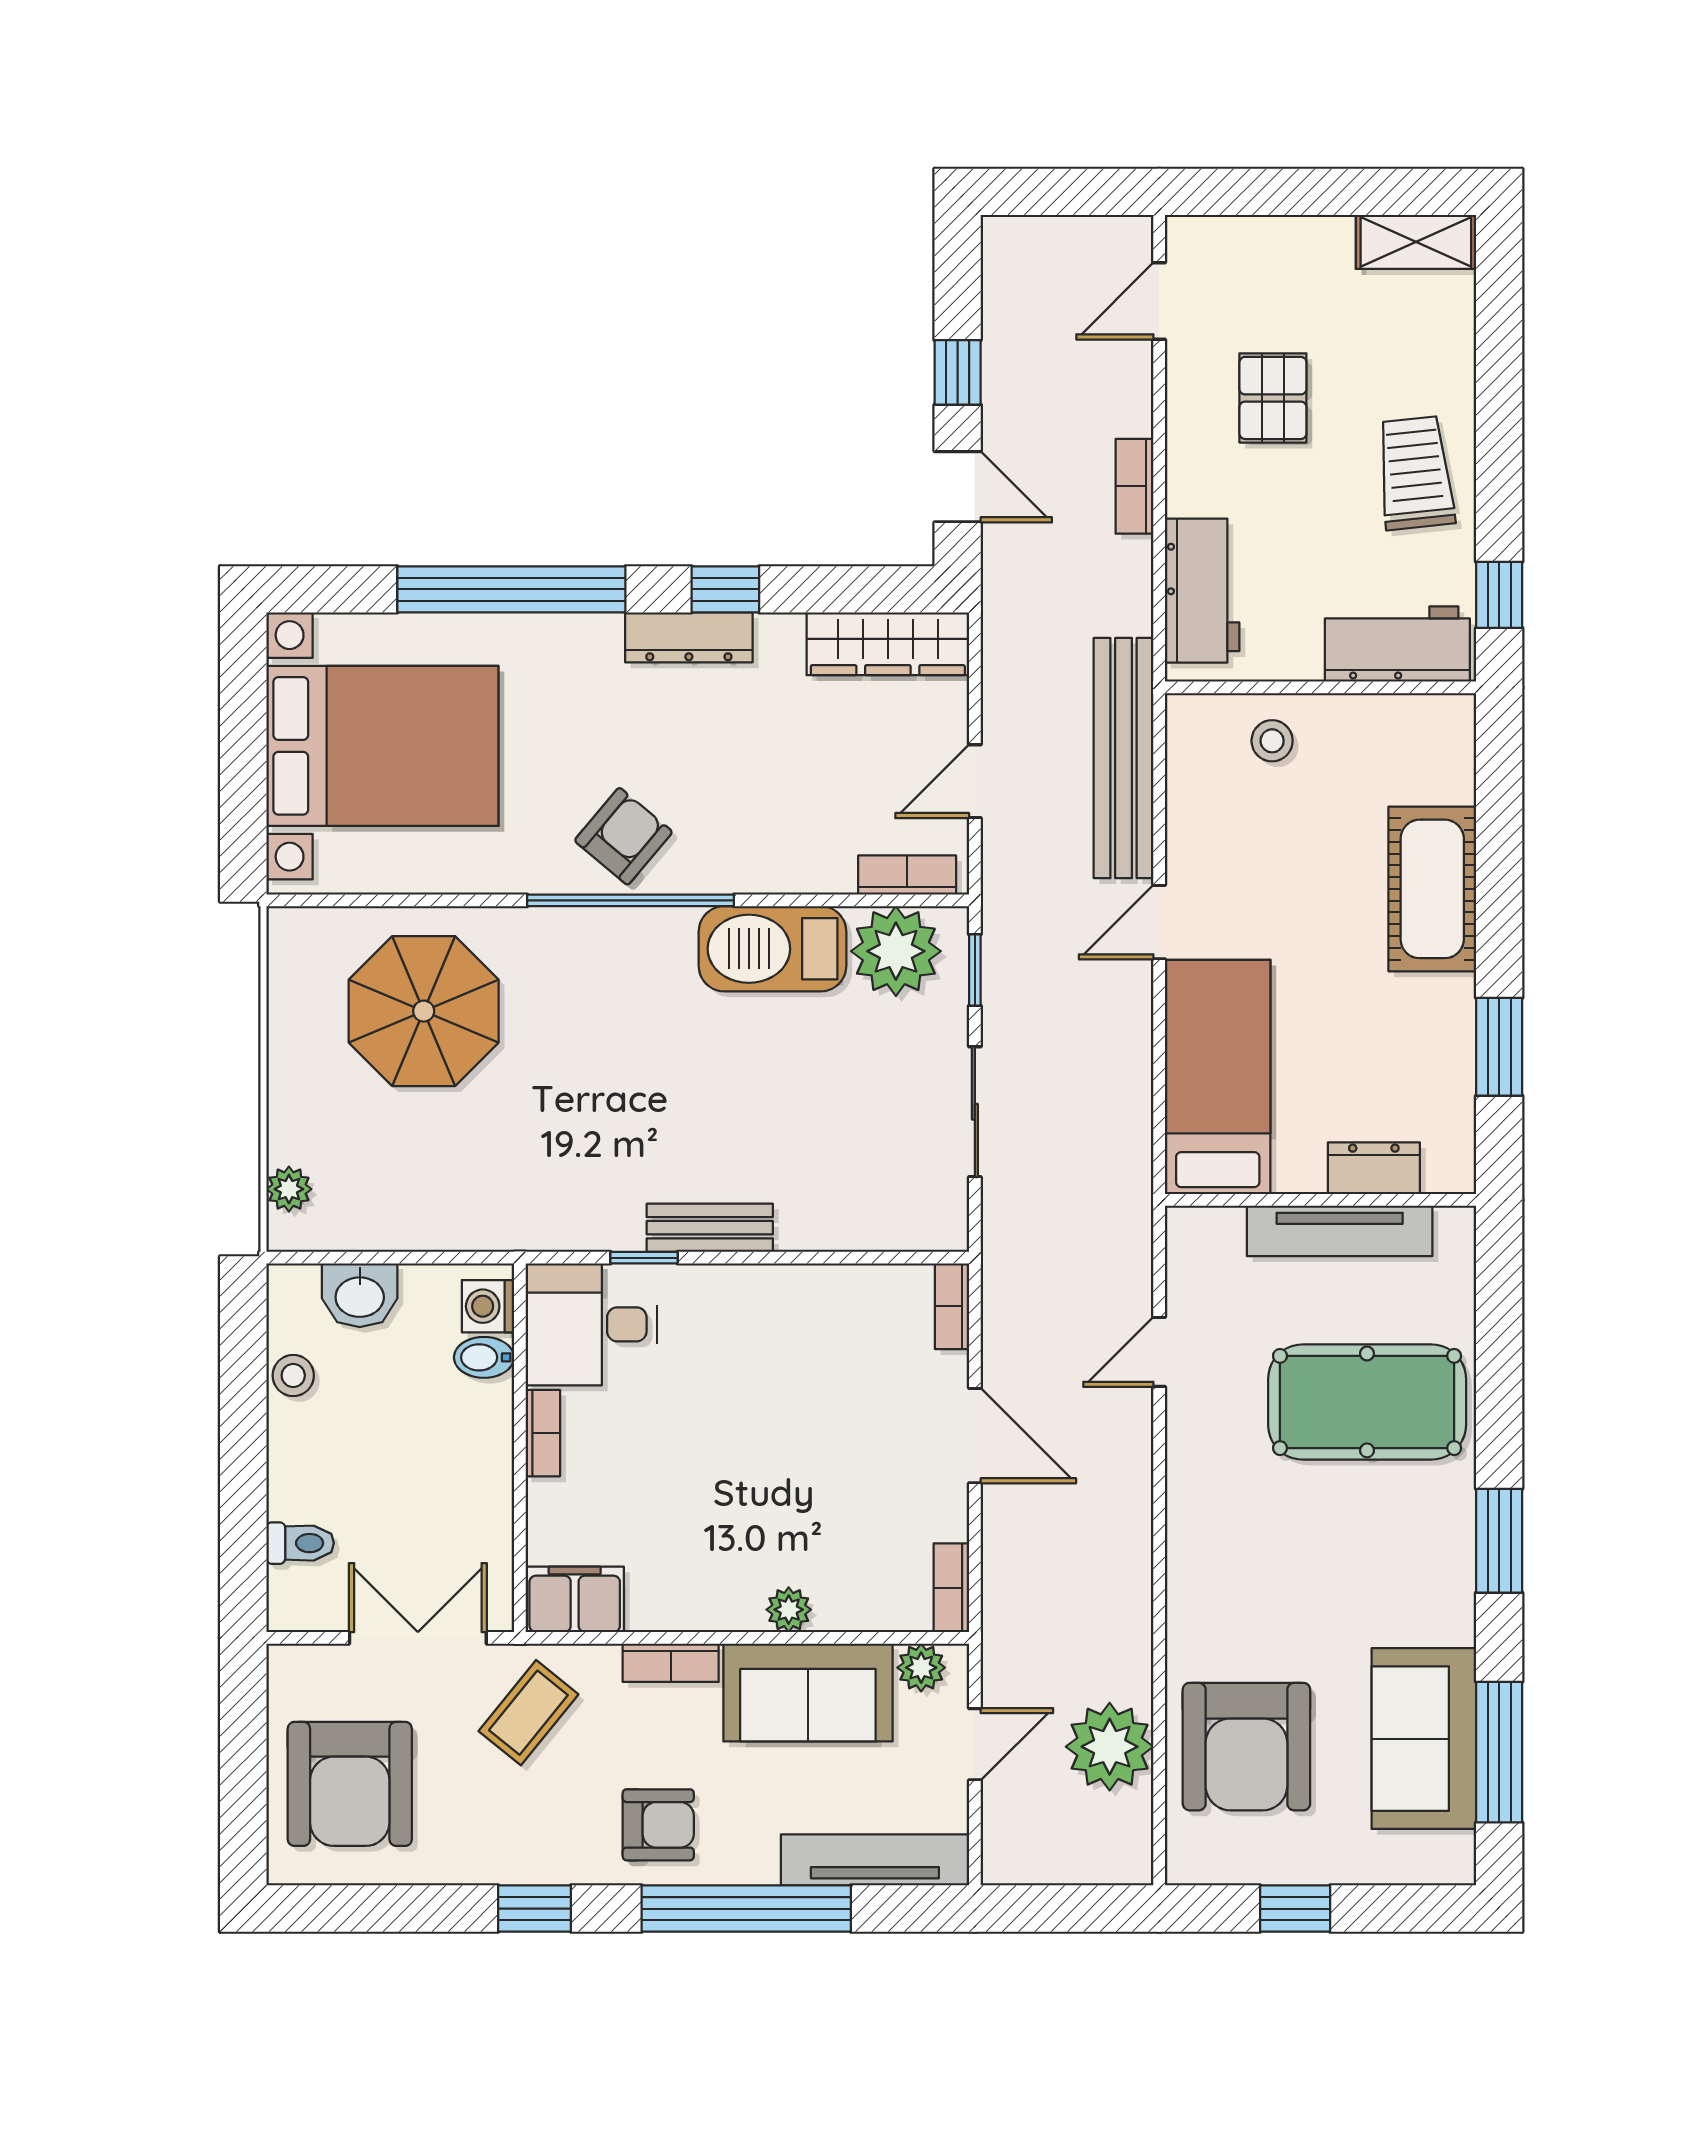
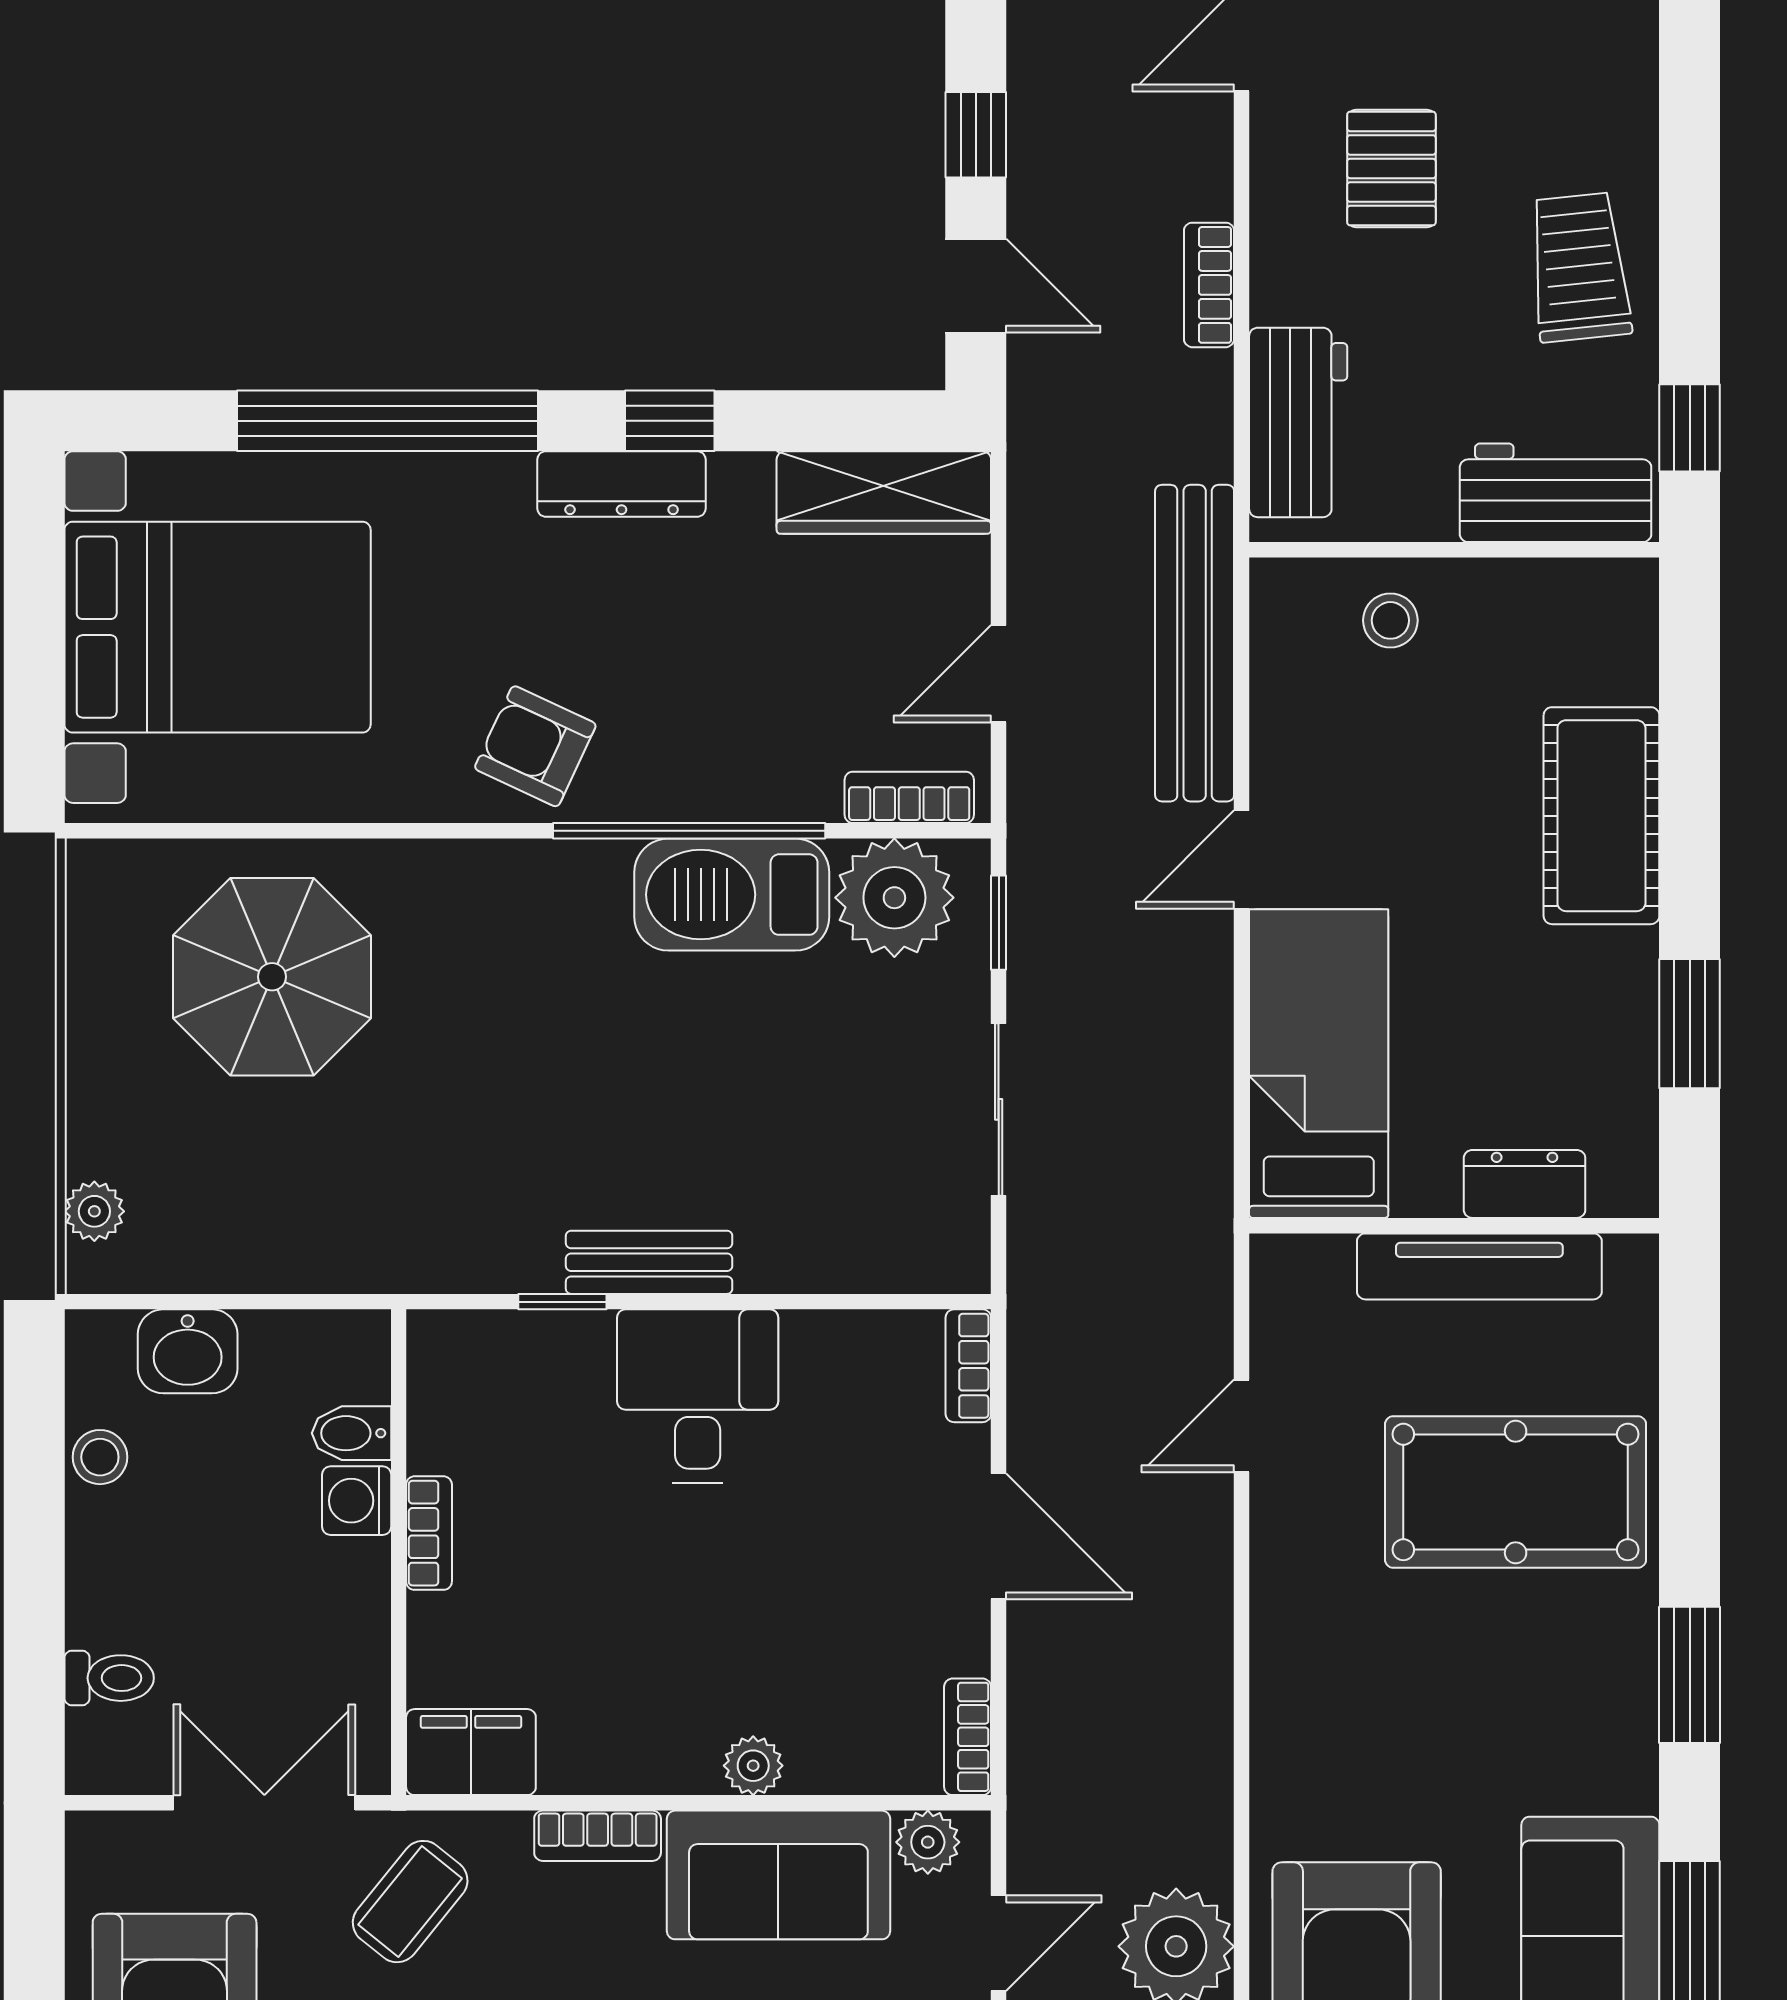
armchair: (623, 836) -> (535, 746), turned -105
window: (630, 900) -> (689, 831), moved
washing machine: (488, 1306) -> (357, 1501), moved
desk: (591, 1324) -> (698, 1396), moved, turned 90

